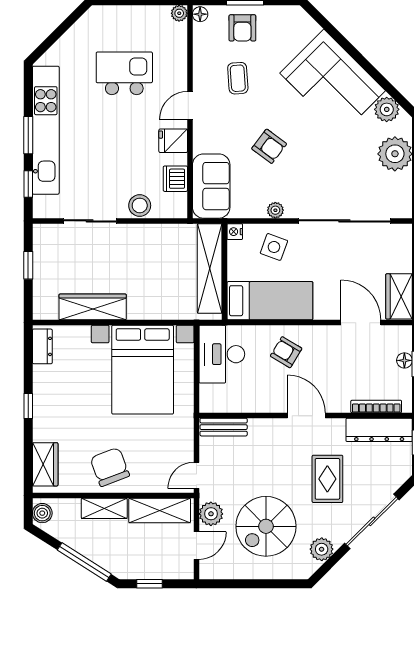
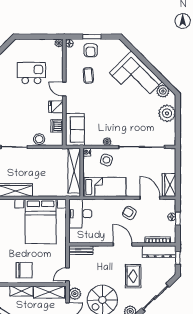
door: (190, 106) -> (64, 89), hinge flipped
armchair: (269, 146) -> (104, 110), removed
armchair: (286, 352) -> (129, 213), moved
chair: (110, 467) -> (24, 270), turned 111

